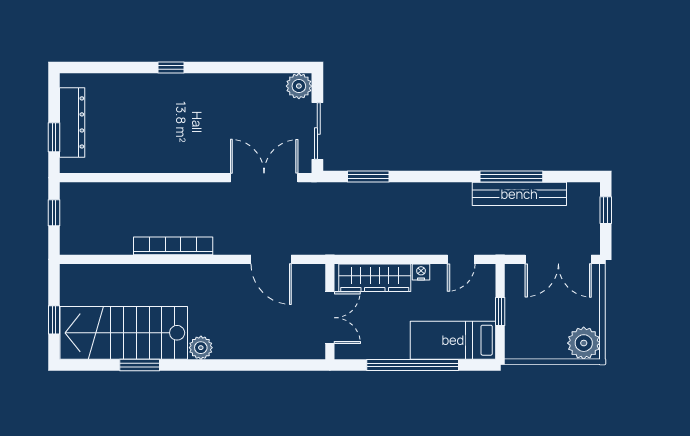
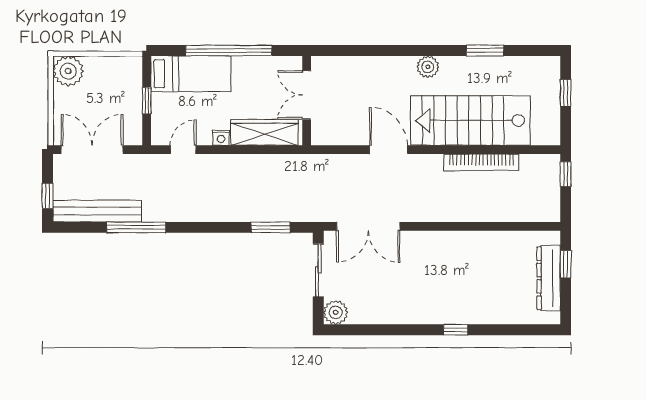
bench: (519, 194) -> (97, 211), moved
window: (54, 213) -> (566, 174), moved
bookcase: (173, 246) -> (481, 162), moved
door: (271, 259) -> (389, 150), moved
stairs: (124, 333) -> (470, 120), moved, turned 180

